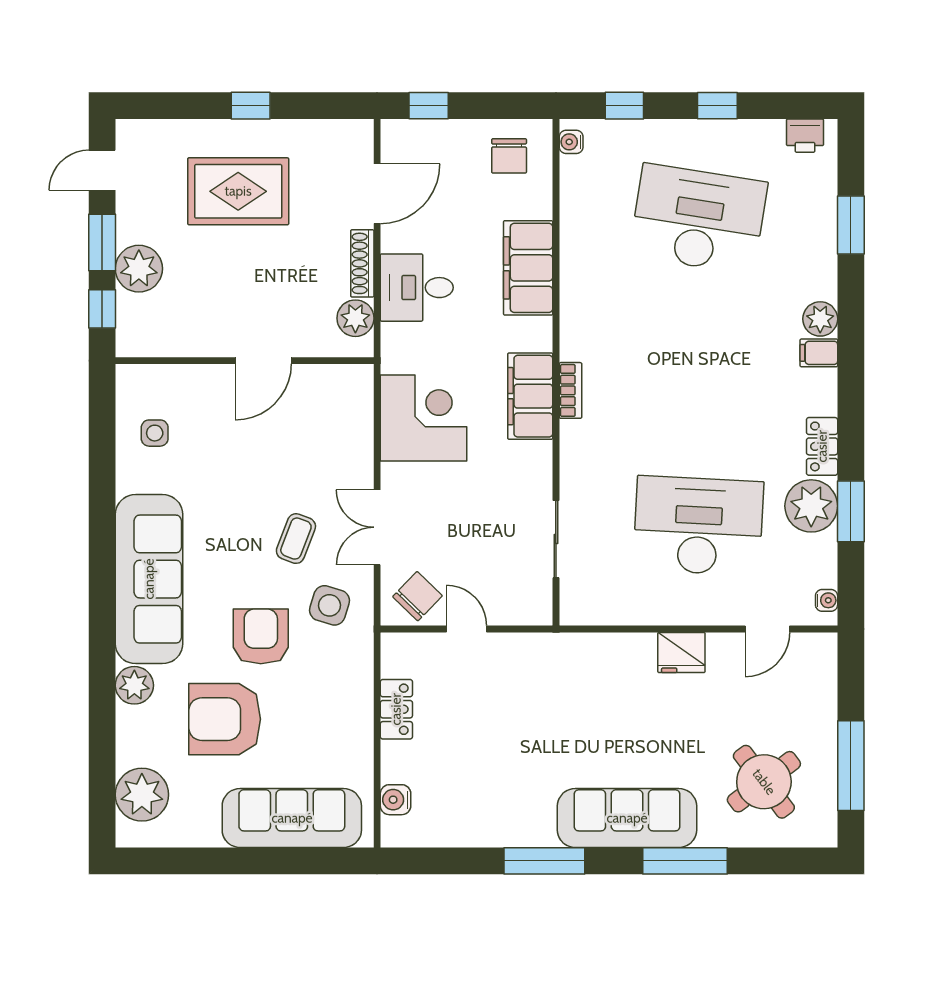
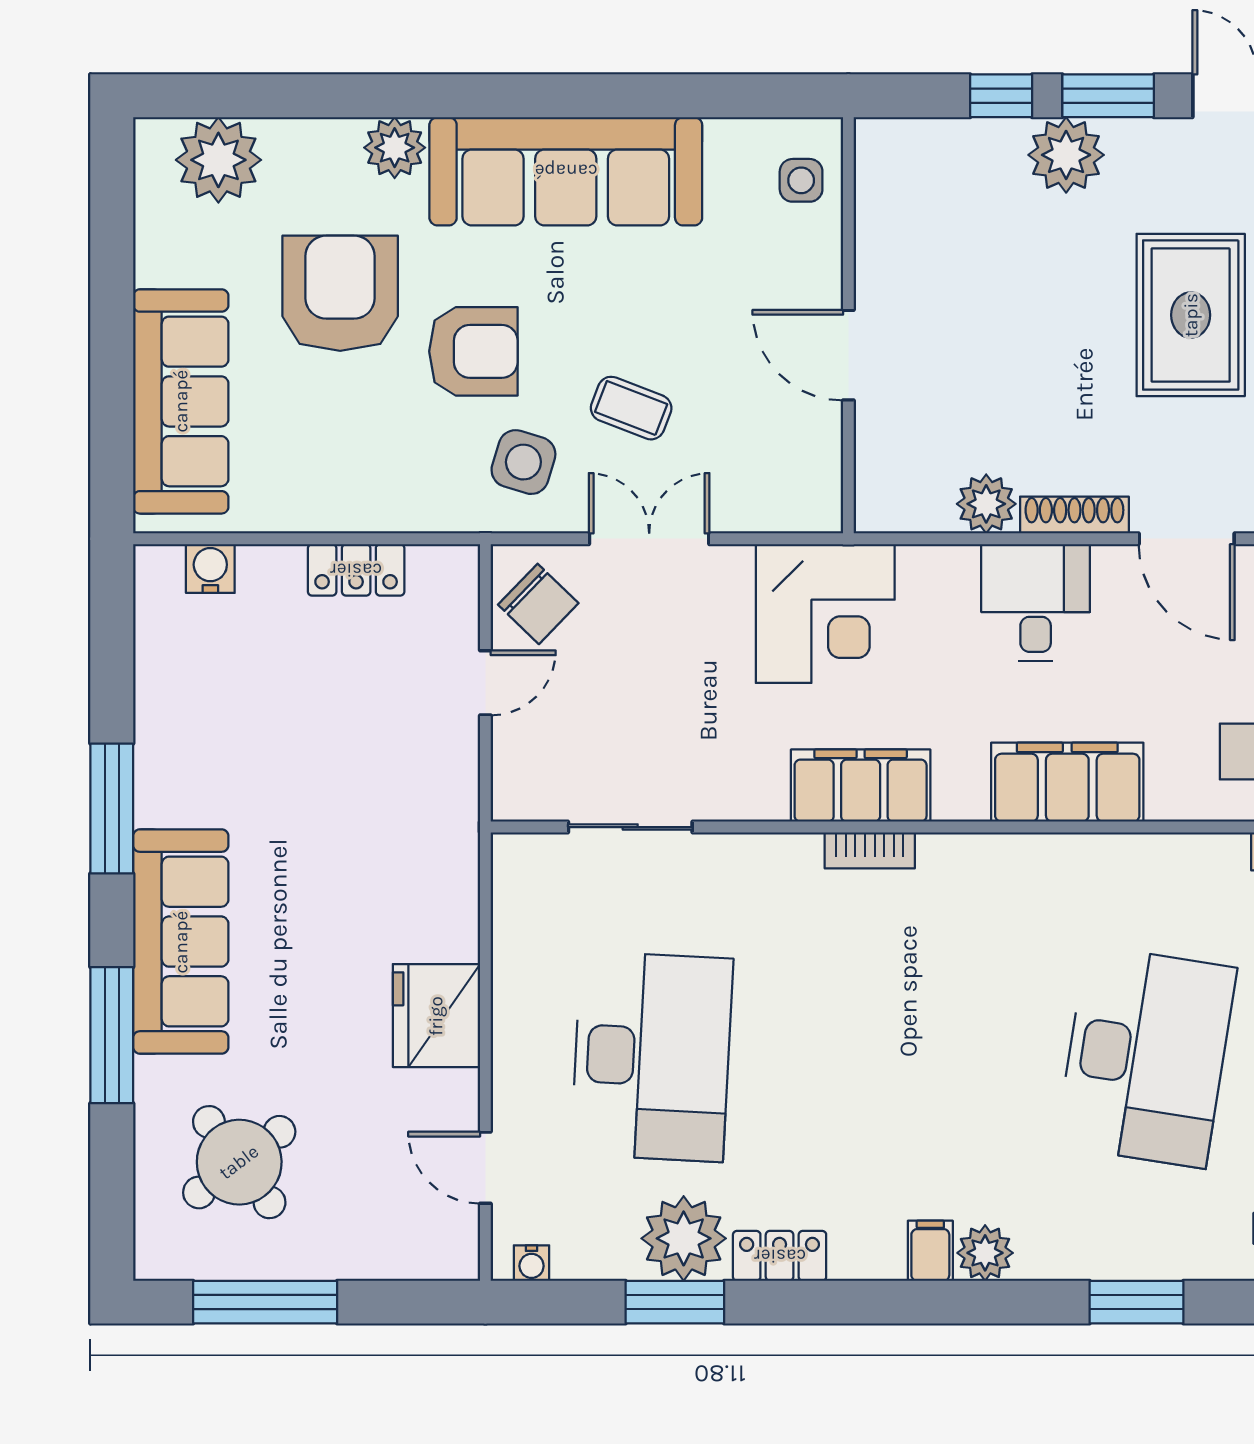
wall: (245, 361) -> (848, 325), moved
door: (263, 361) -> (848, 355), moved
fridge: (681, 653) -> (436, 1016), width x1.36, depth x1.34

